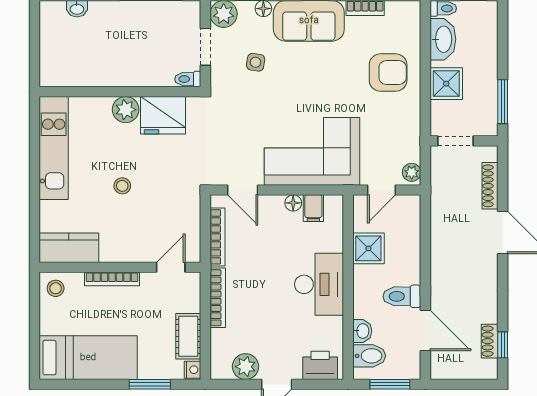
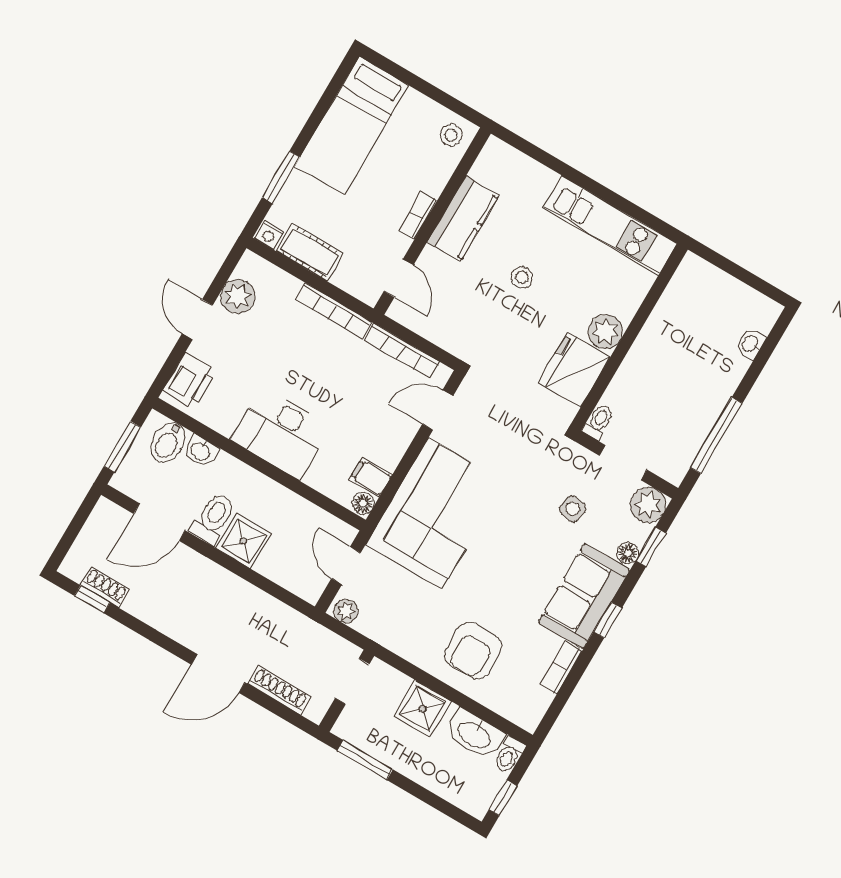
floor lamp: (293, 203) -> (363, 503), moved
kitchen counter: (69, 248) -> (463, 219), moved
shower: (368, 248) -> (243, 541), moved
bookcase: (112, 279) -> (418, 216), width x0.64

